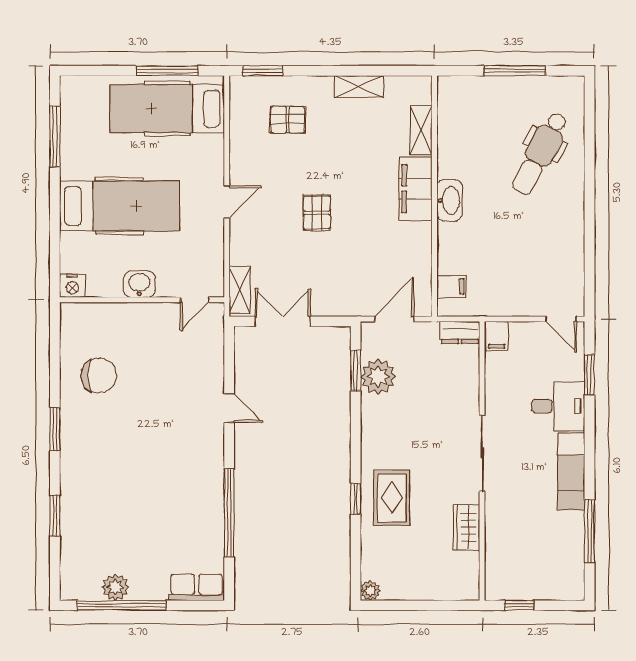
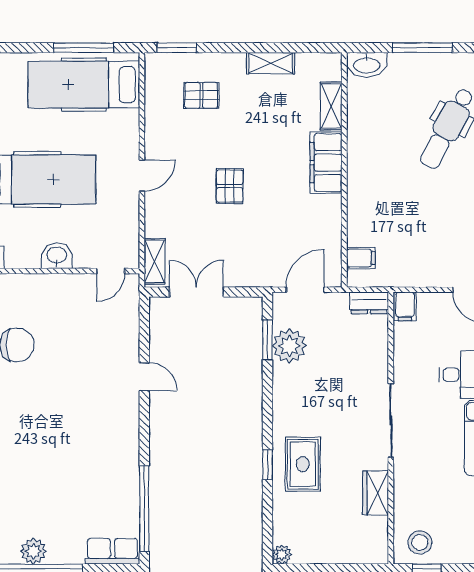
washbasin: (449, 200) -> (367, 65), moved, turned 90
window: (229, 513) -> (144, 509), moved
stool: (512, 578) -> (420, 542), added

